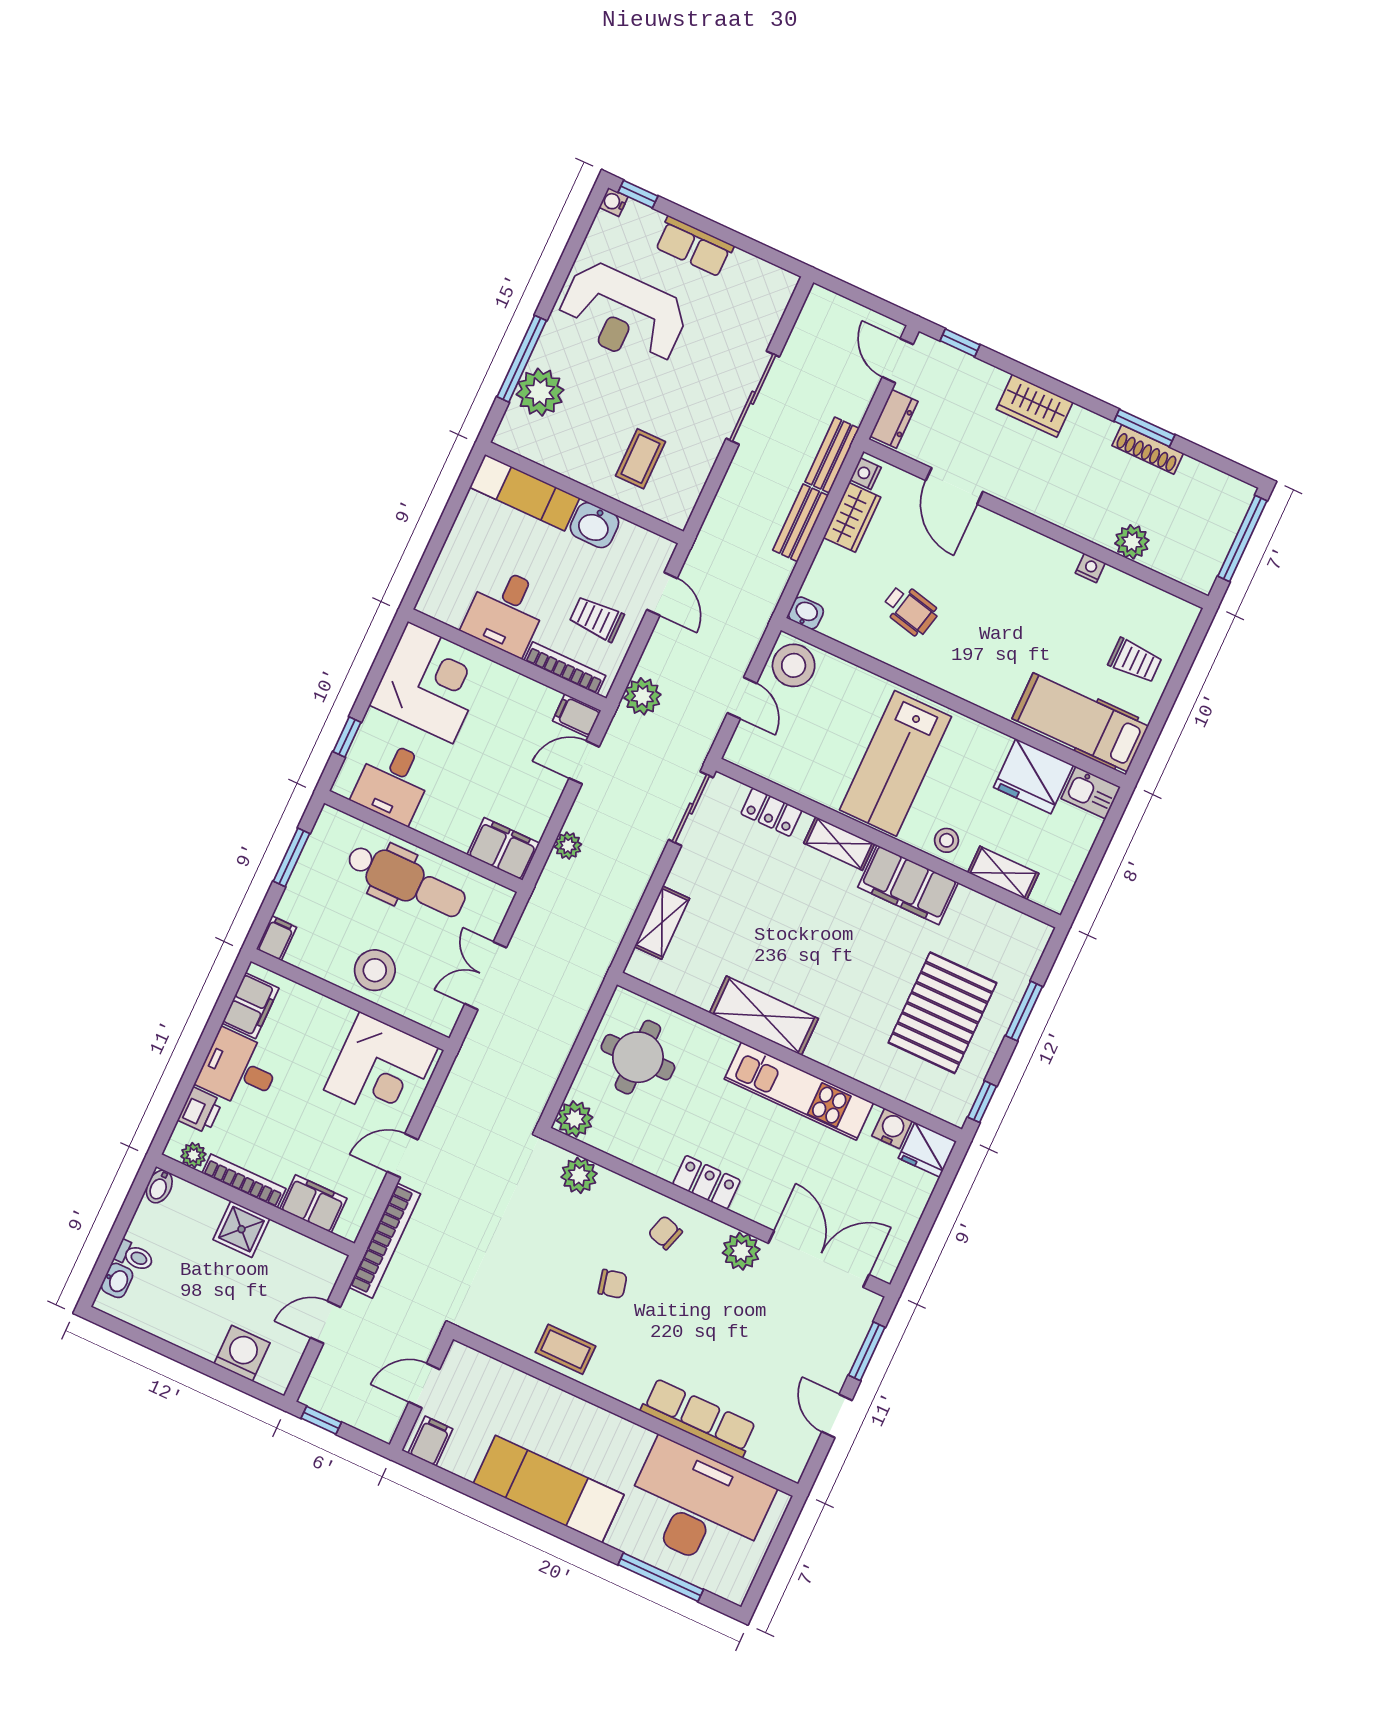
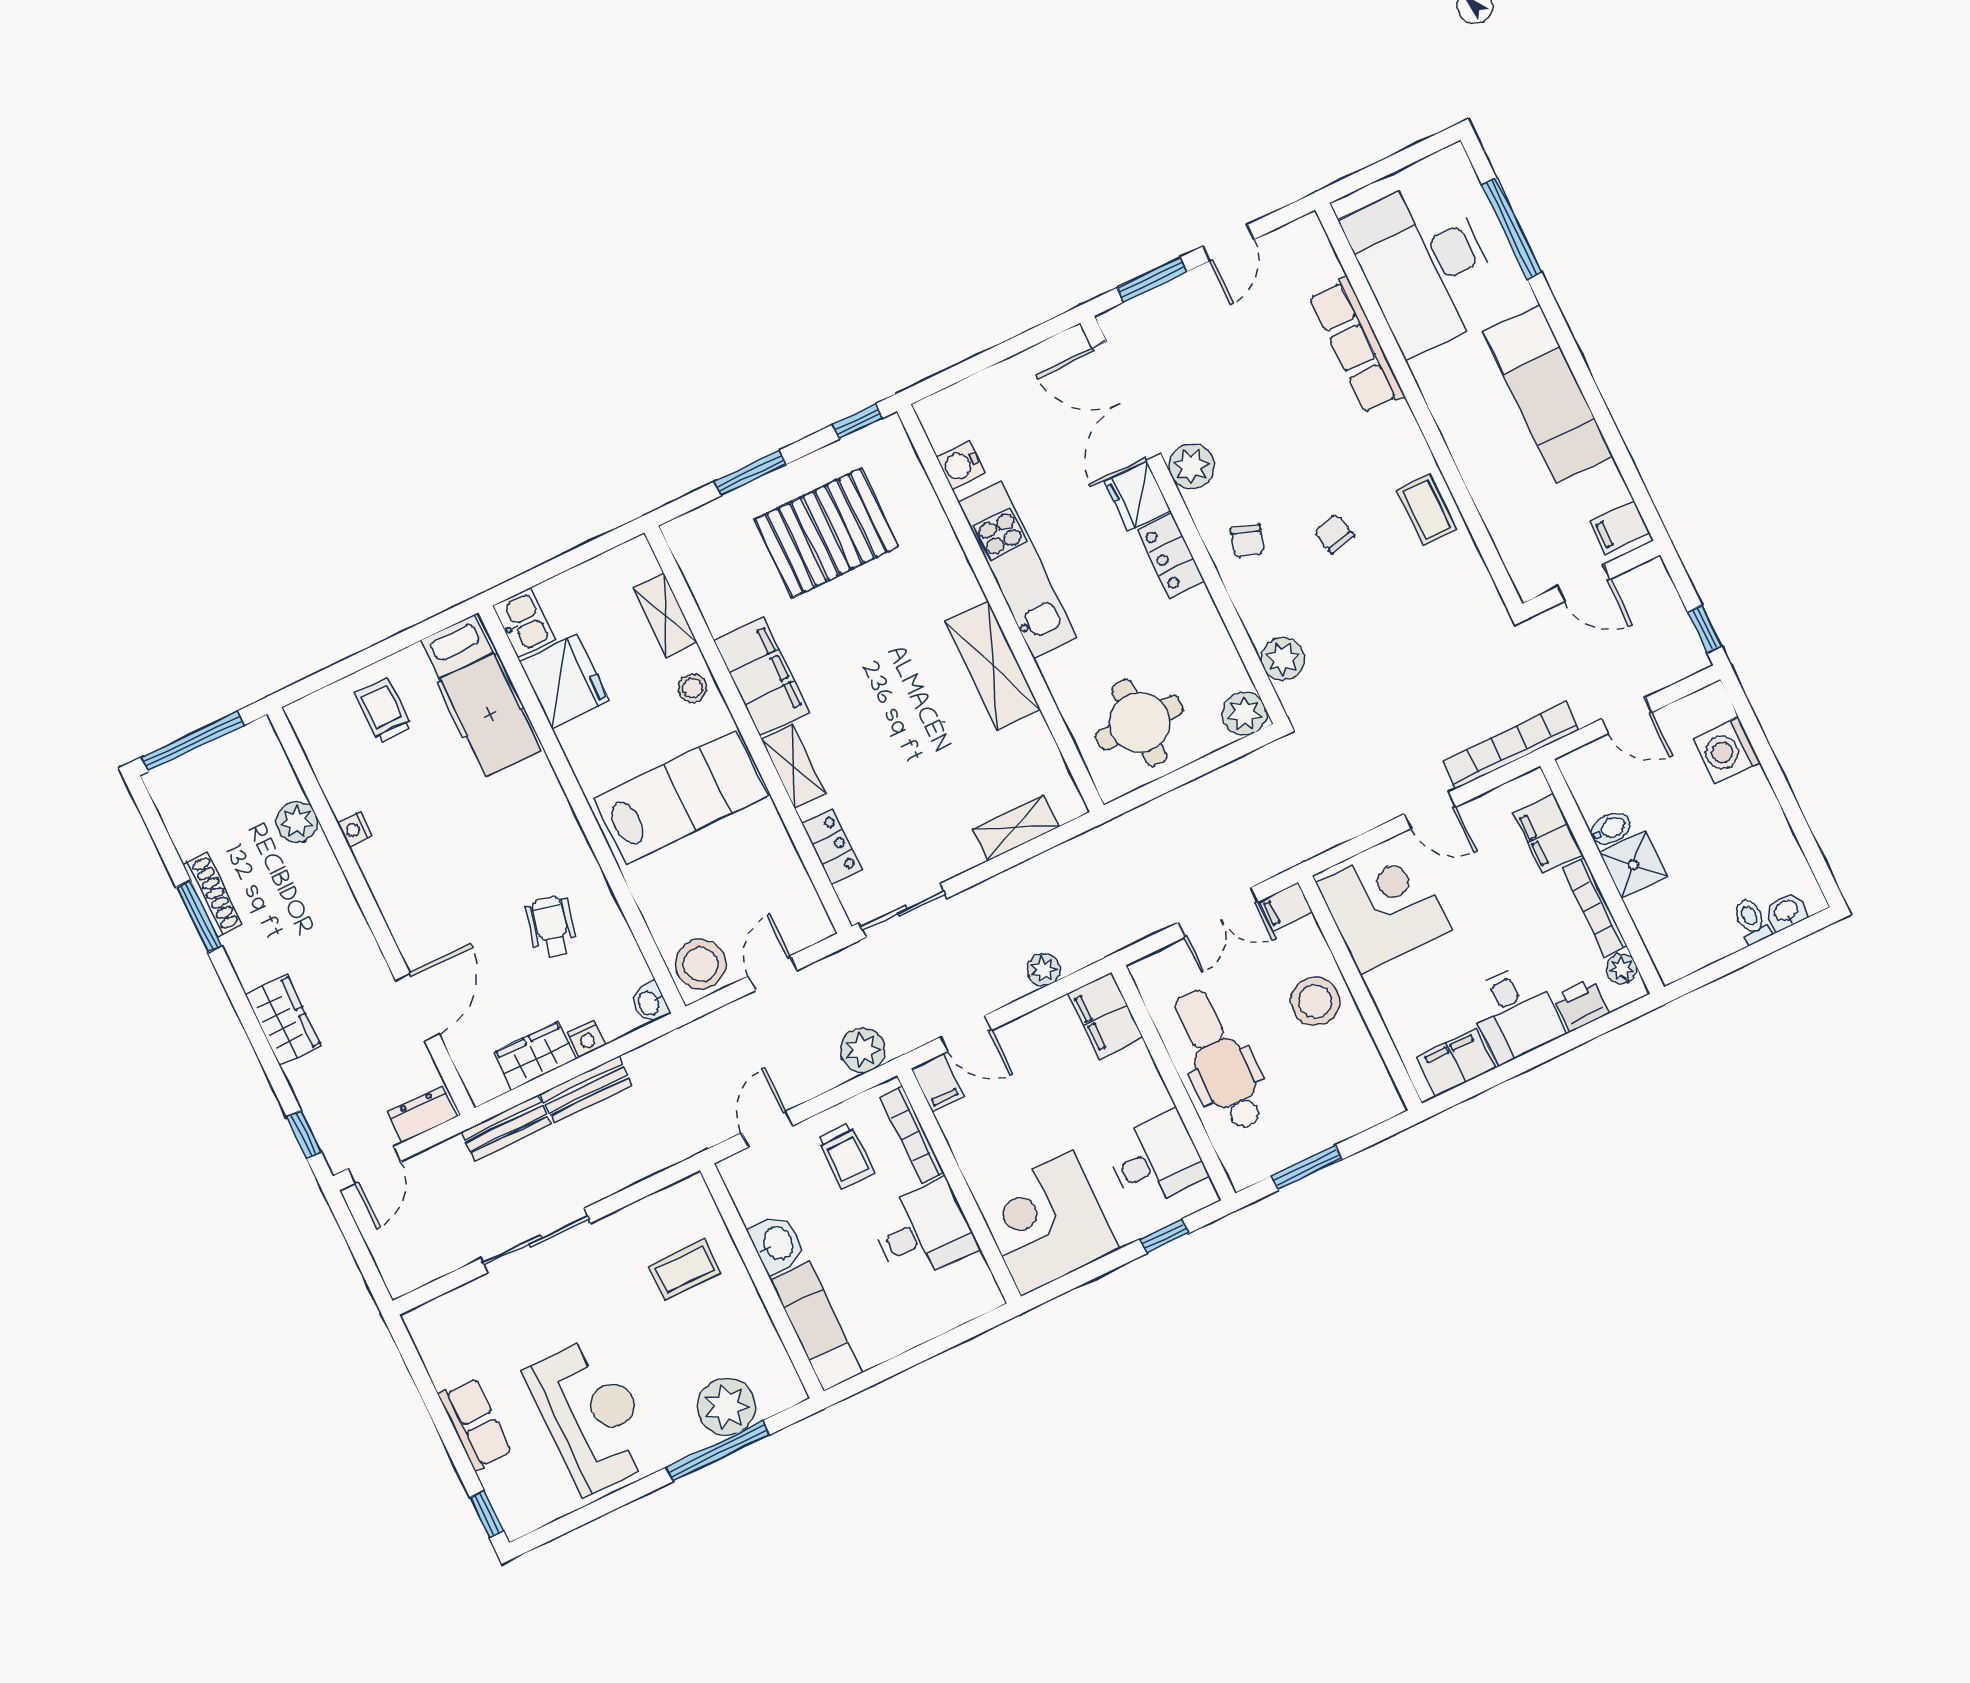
water cooler: (614, 202) -> (515, 1526), removed
nightstand: (866, 474) -> (587, 1039), moved
filing cabinet: (276, 938) -> (1286, 906), moved
fridge: (927, 1150) -> (1137, 496), moved, turned 180
bidet: (159, 1186) -> (1610, 829), moved

